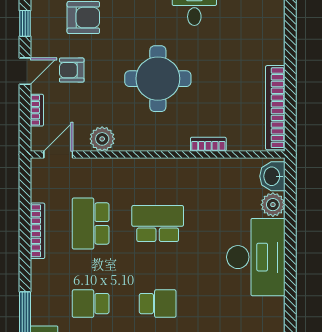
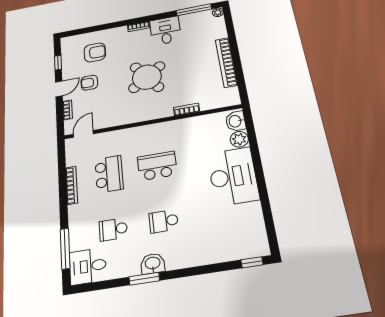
round table: (158, 79) -> (147, 77), turned -36
bookcase: (275, 108) -> (226, 62), moved
plant: (102, 139) -> (113, 119), removed
school desk: (91, 224) -> (109, 174), turned 180
school desk: (158, 304) -> (164, 221), turned 180

